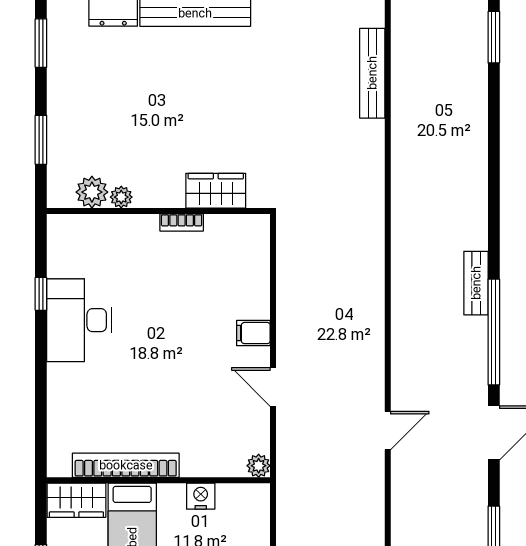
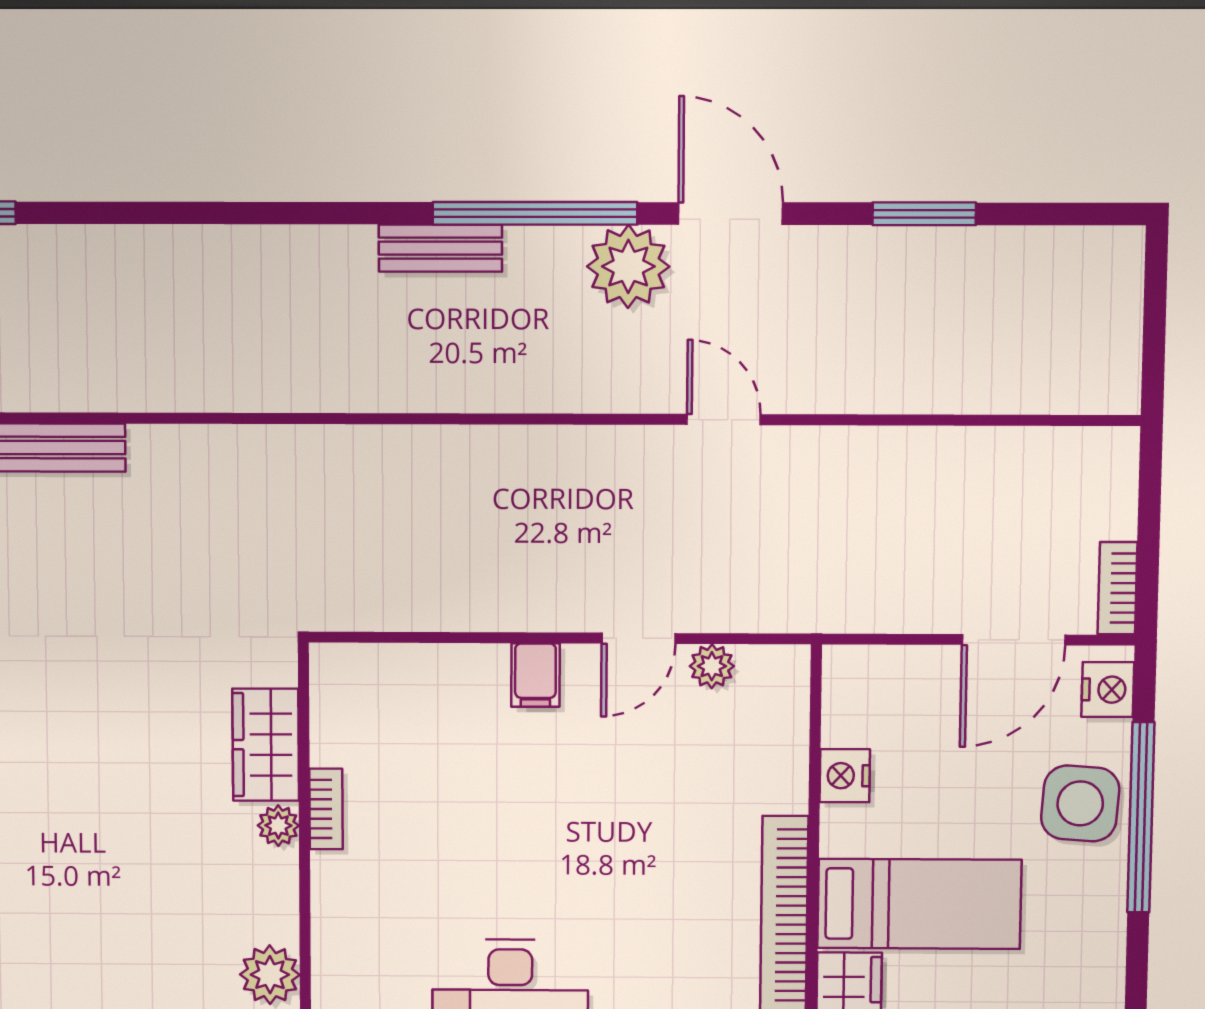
plant: (121, 197) -> (278, 826), moved
plant: (467, 380) -> (628, 266), added
plant: (259, 466) -> (712, 666), moved

